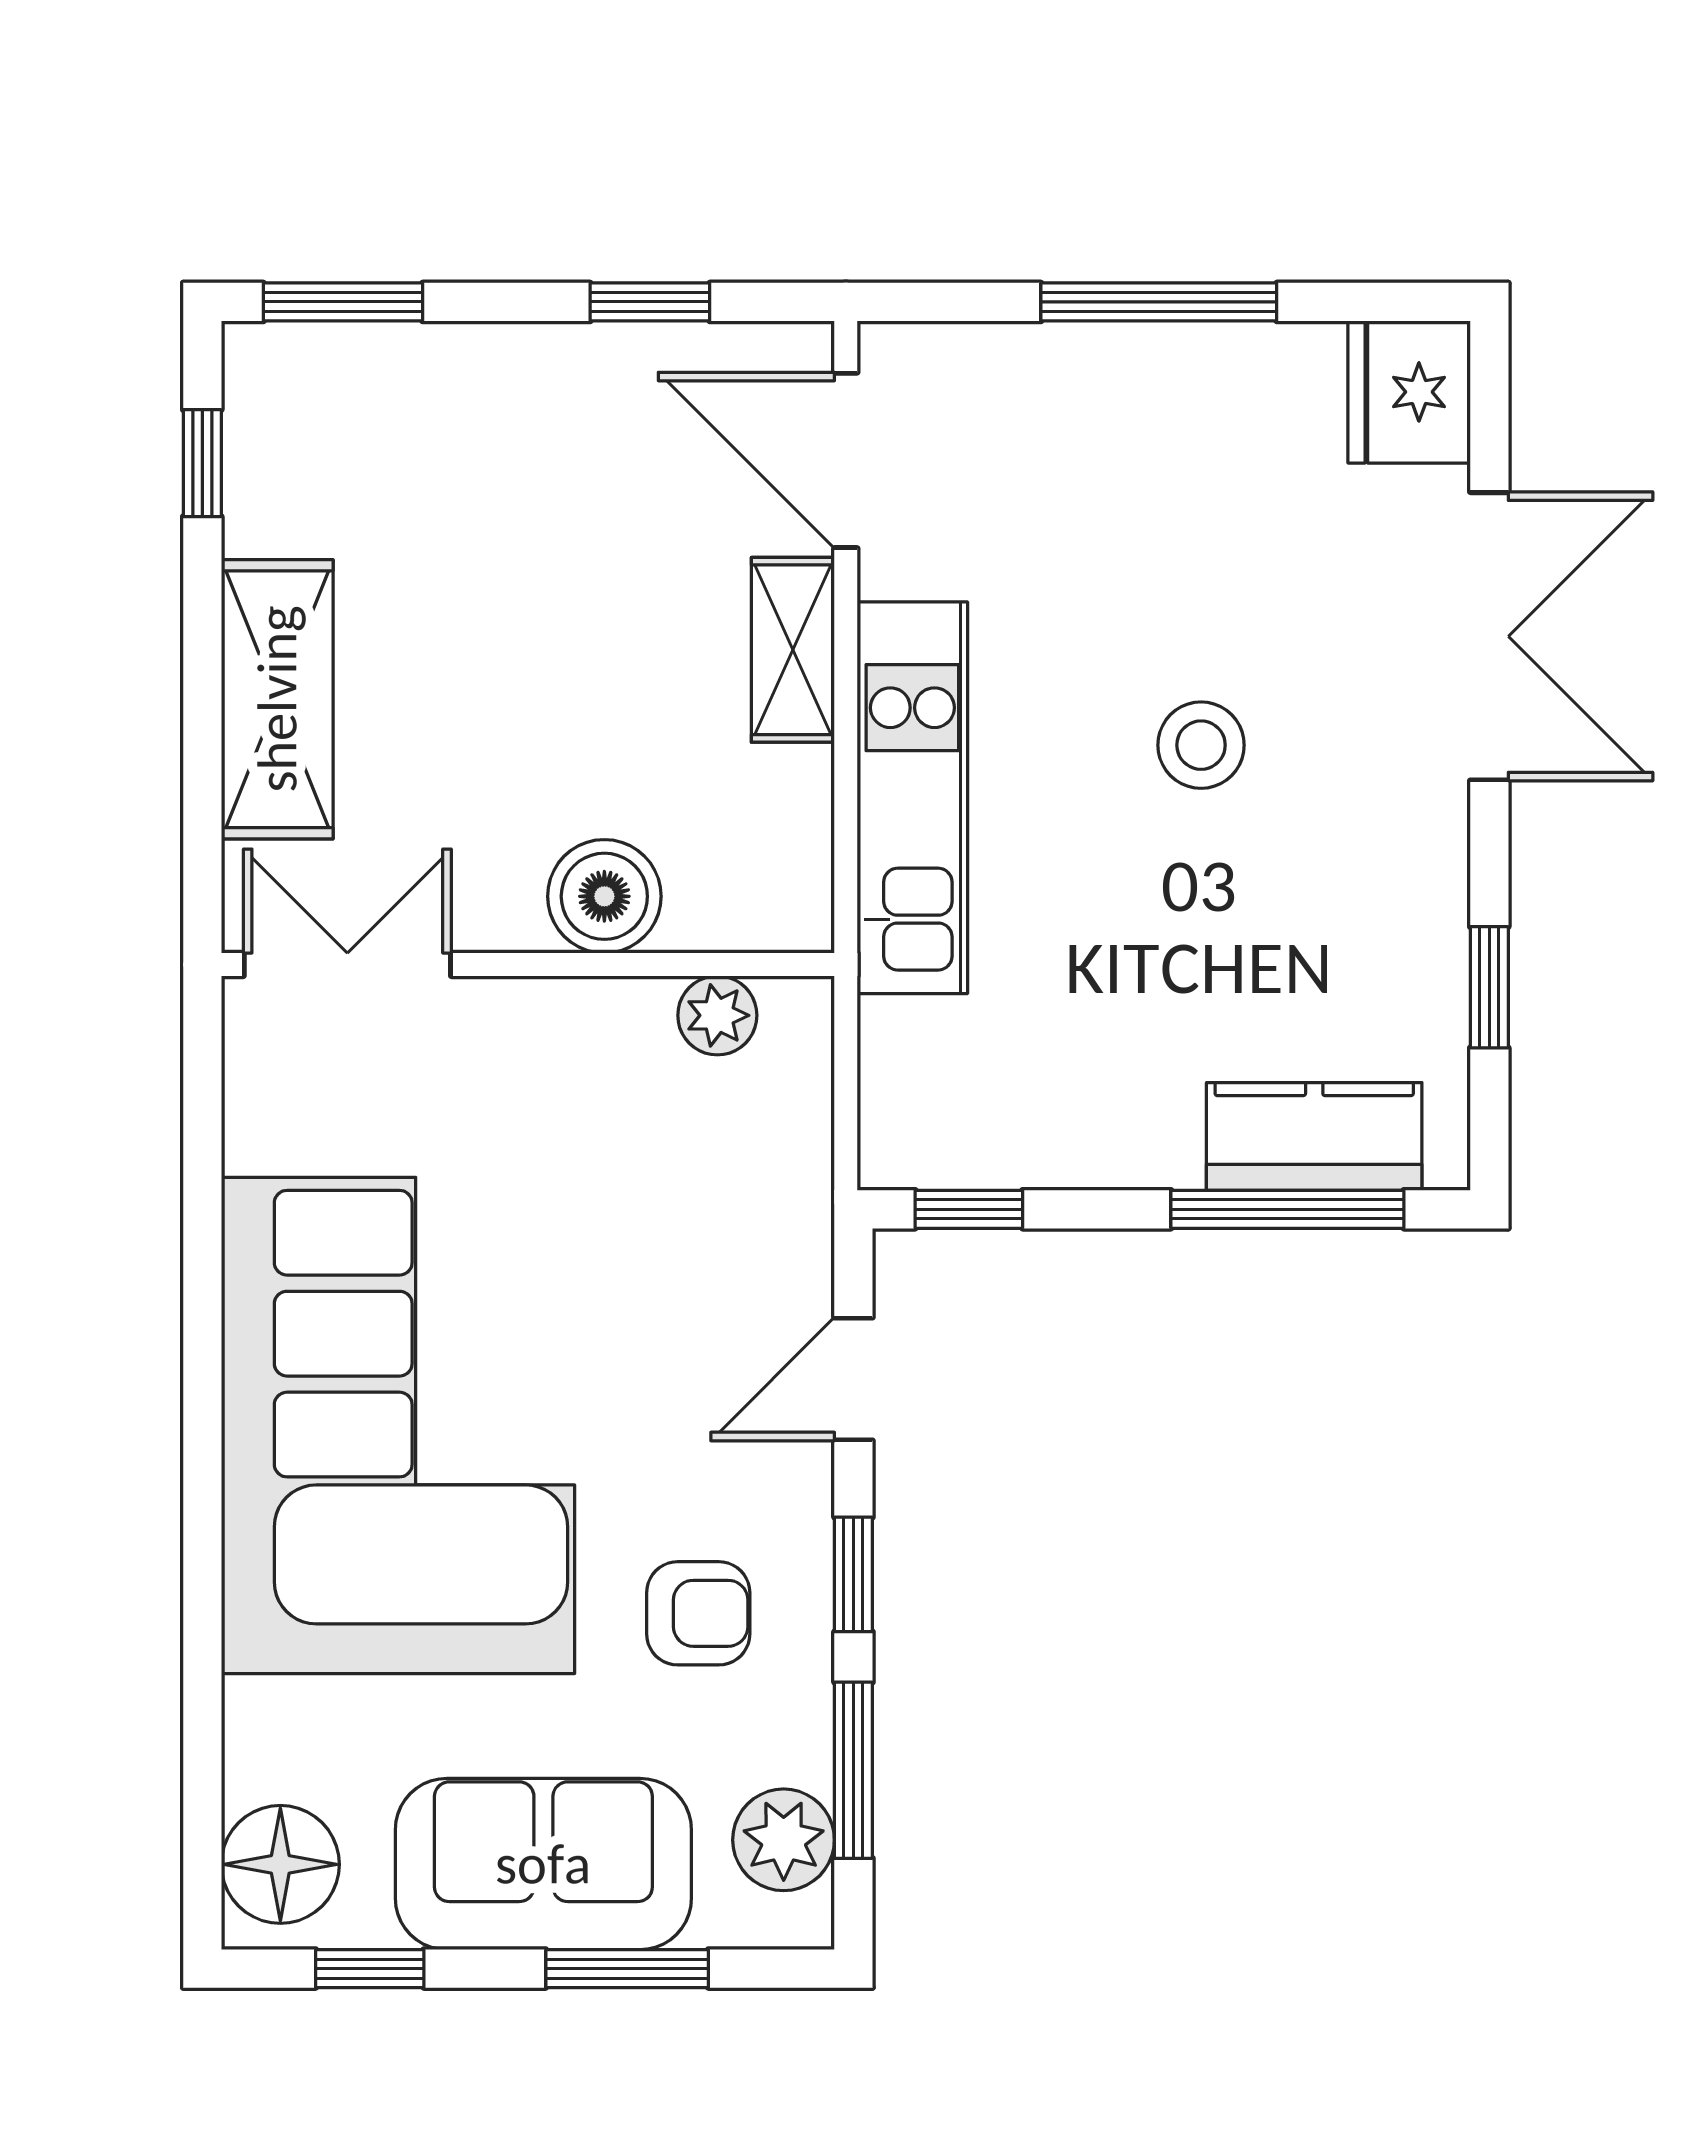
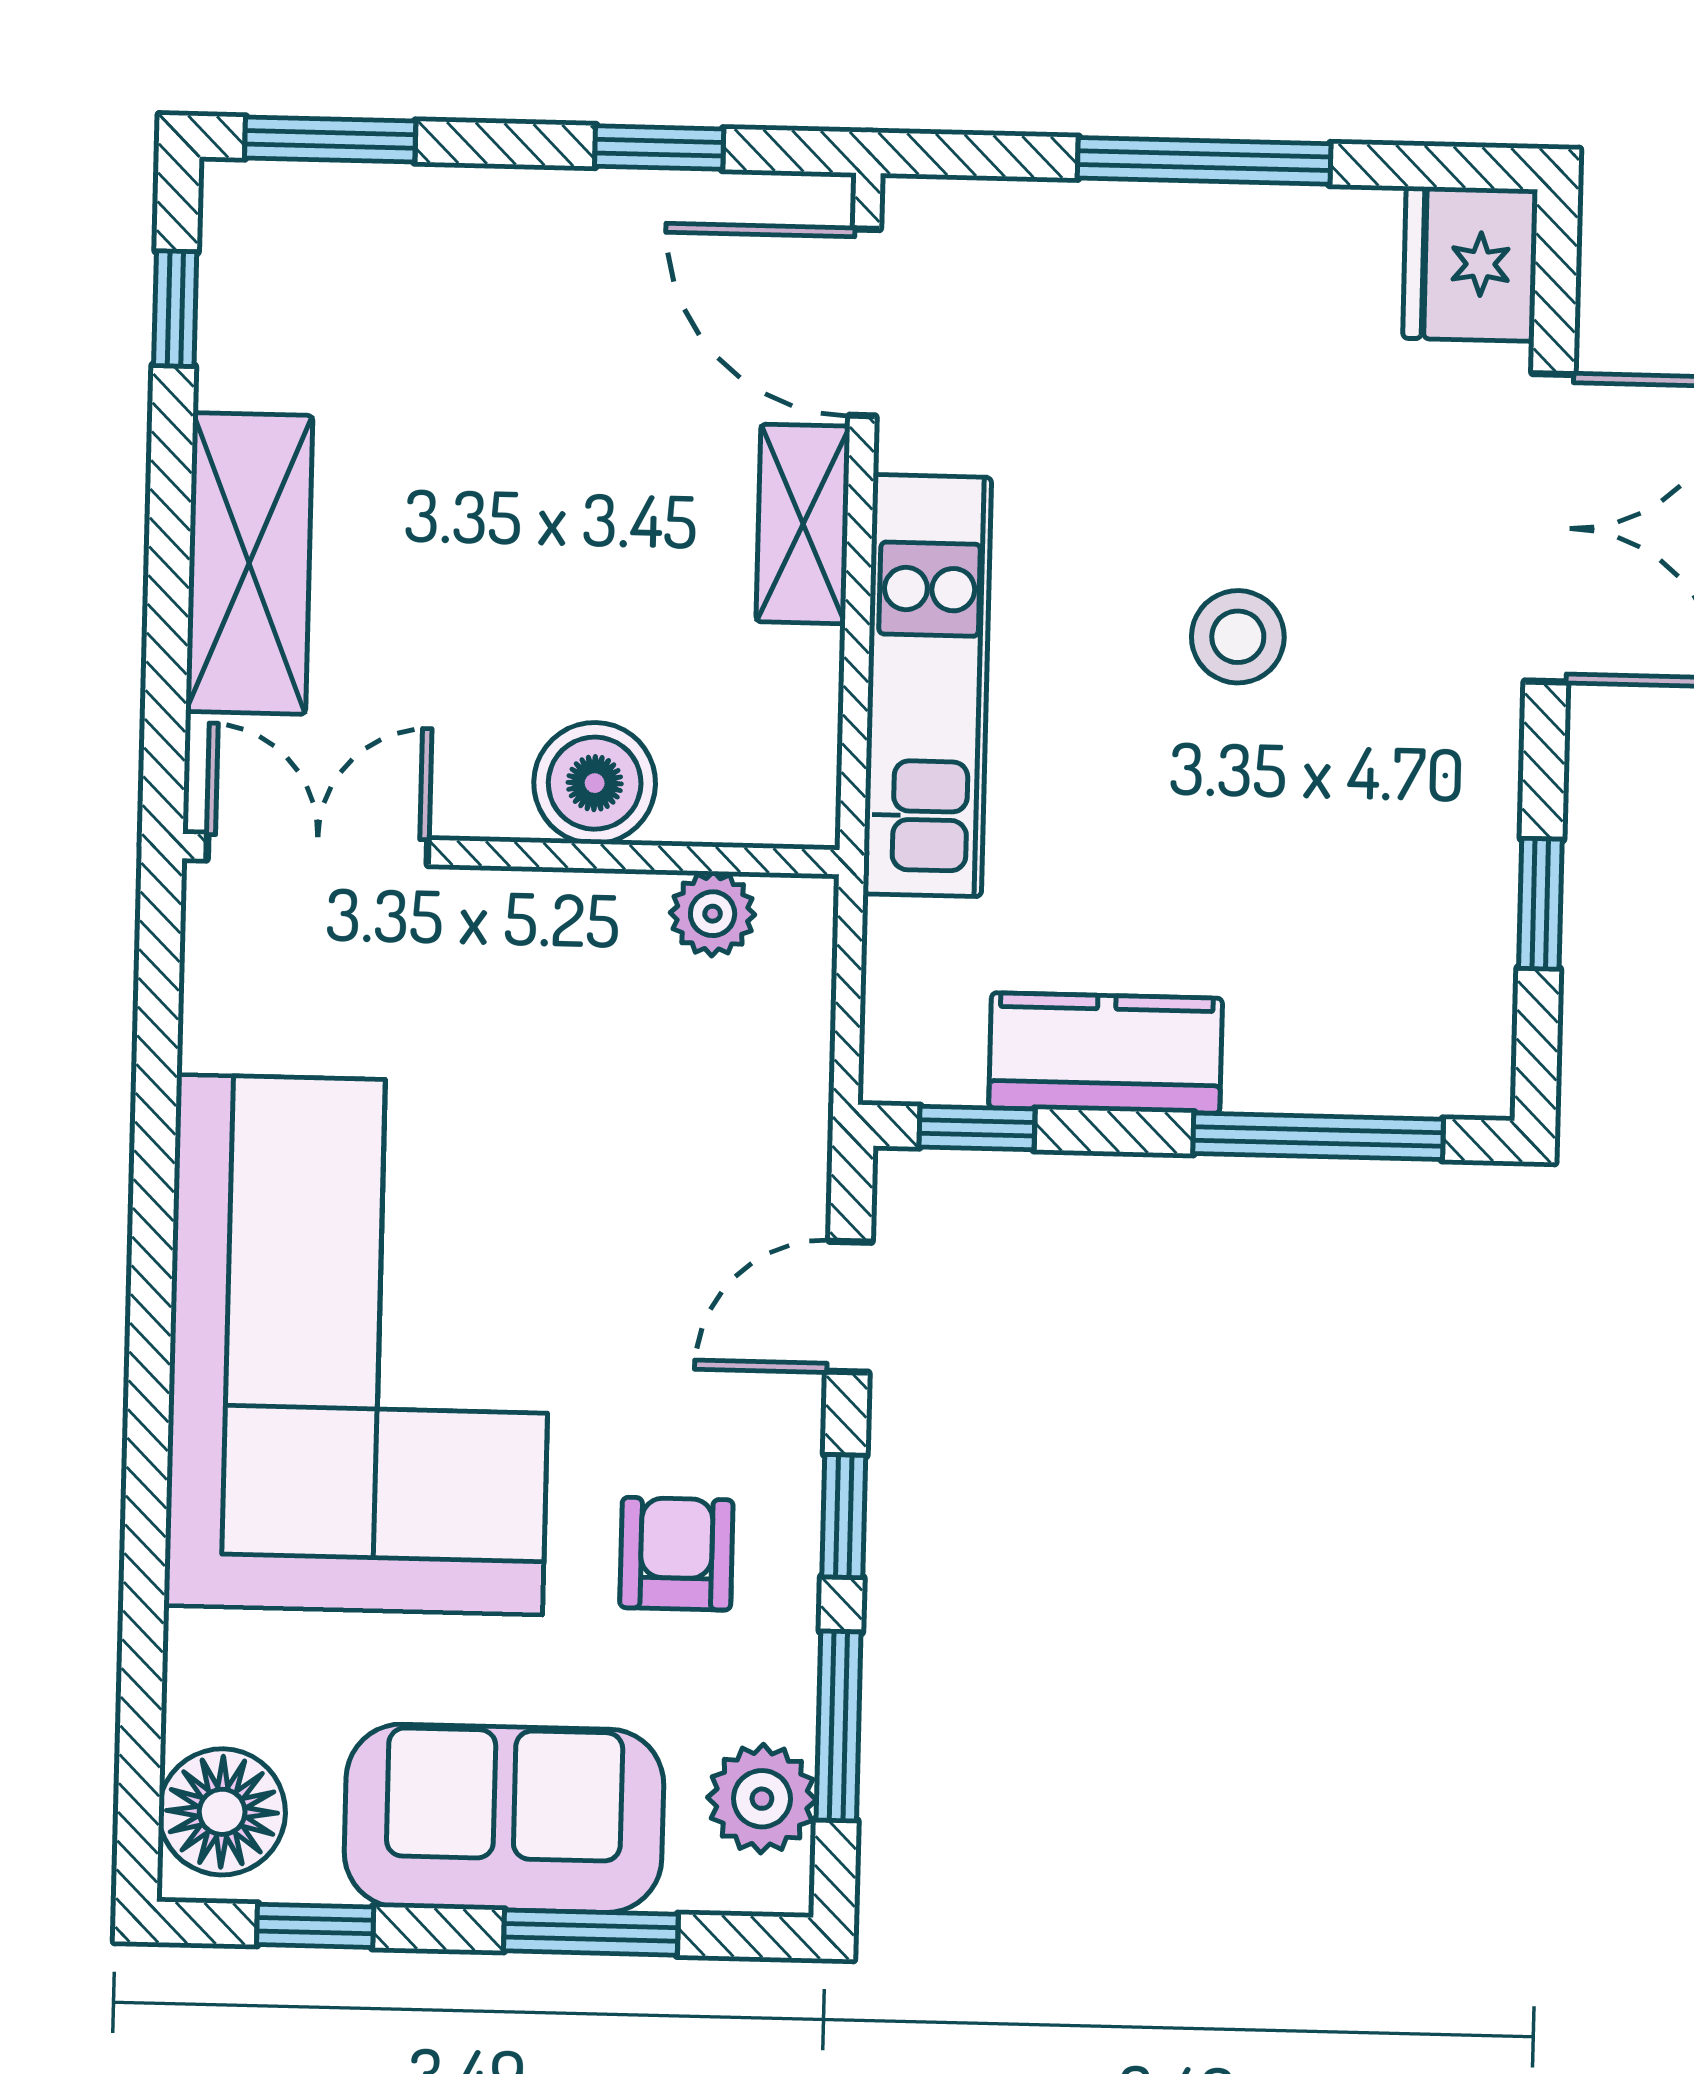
kitchen counter: (1314, 1136) -> (1106, 1053), moved
armchair: (698, 1613) -> (676, 1554), turned -90

